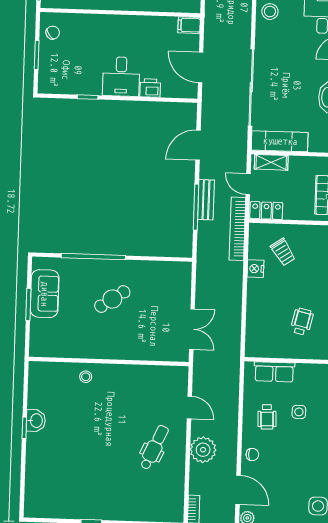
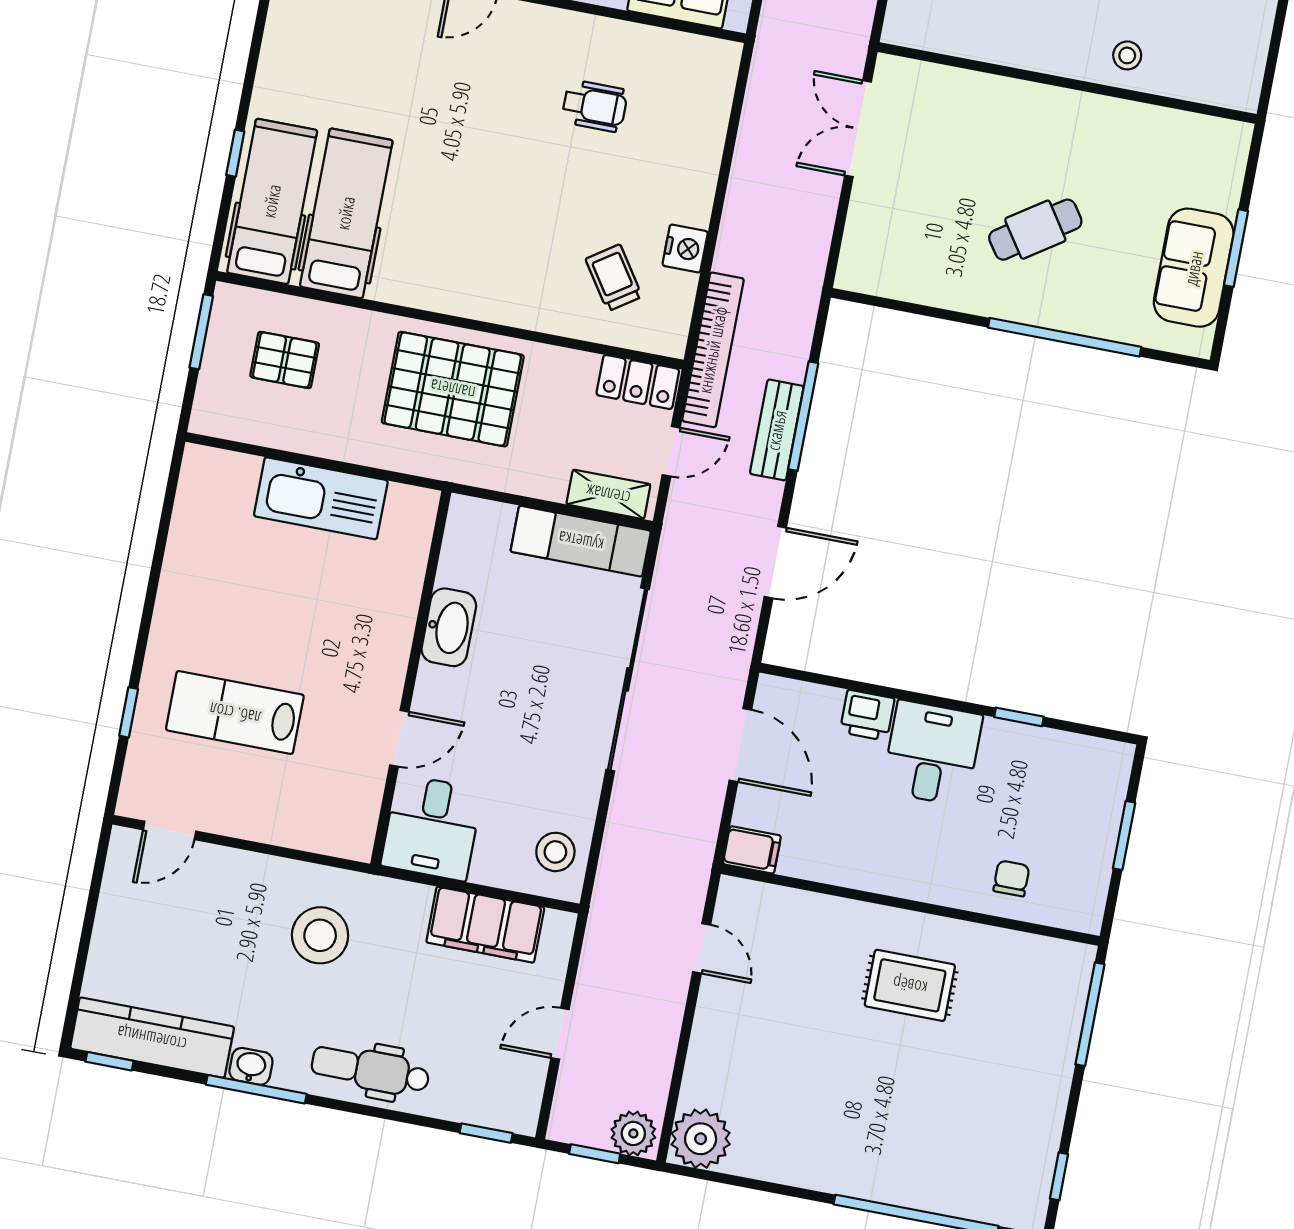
chair: (53, 33) -> (1011, 878), moved, turned 126
door: (248, 184) -> (671, 451), hinge flipped
wheelchair: (302, 322) -> (595, 106), turned -103

